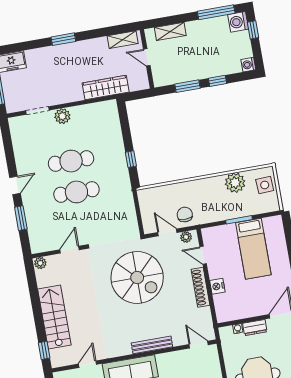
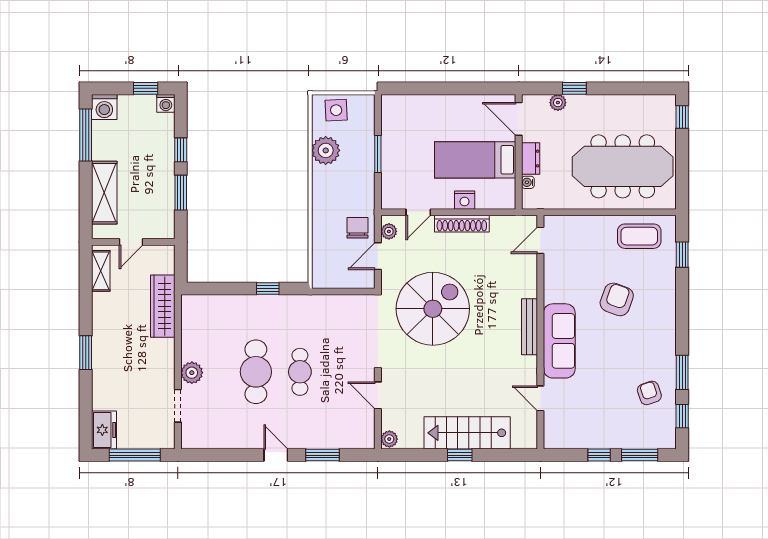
window: (253, 30) -> (146, 88), moved
shelving: (170, 31) -> (104, 193), width x1.50, depth x1.33
cafe table: (76, 192) -> (300, 372), width x0.73, depth x0.74
chair: (185, 215) -> (357, 228), turned 90
bed: (253, 249) -> (475, 160), moved, turned 180
bench: (152, 345) -> (530, 327), moved
window: (44, 350) -> (460, 455), moved

